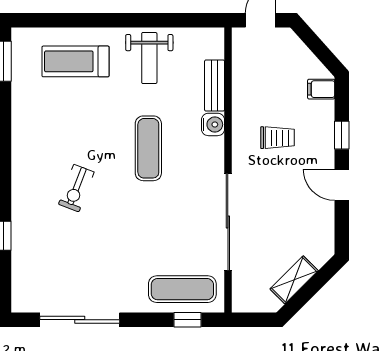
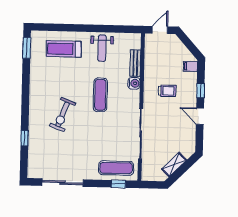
exercise bike: (76, 188) -> (63, 114), width x1.38, depth x1.39

